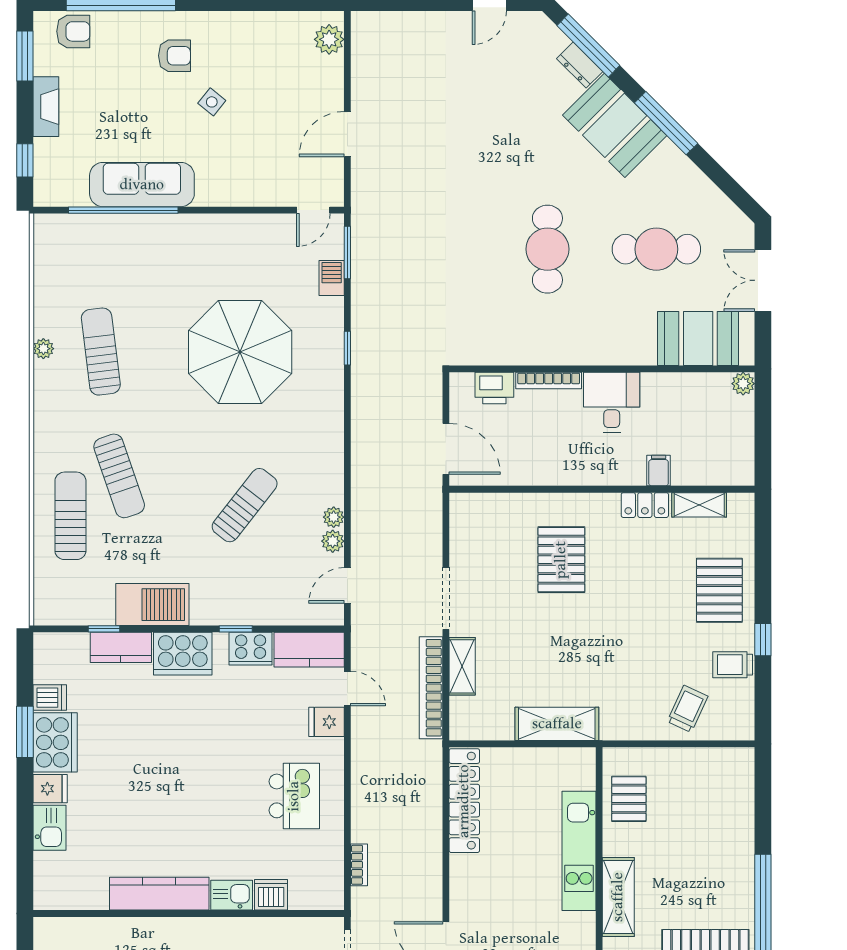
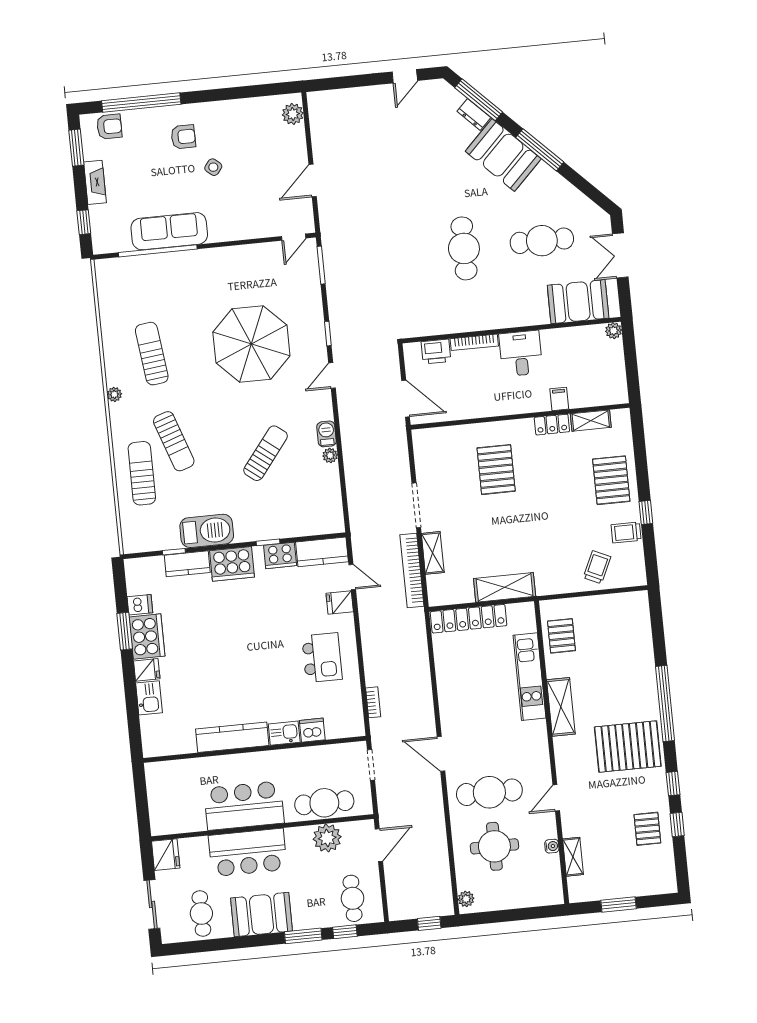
barbecue: (332, 278) -> (326, 434), moved
plant: (43, 349) -> (114, 394), moved
plant: (333, 541) -> (331, 473), removed
door: (347, 585) -> (332, 375), moved
locker: (464, 801) -> (469, 619), moved, turned 90

